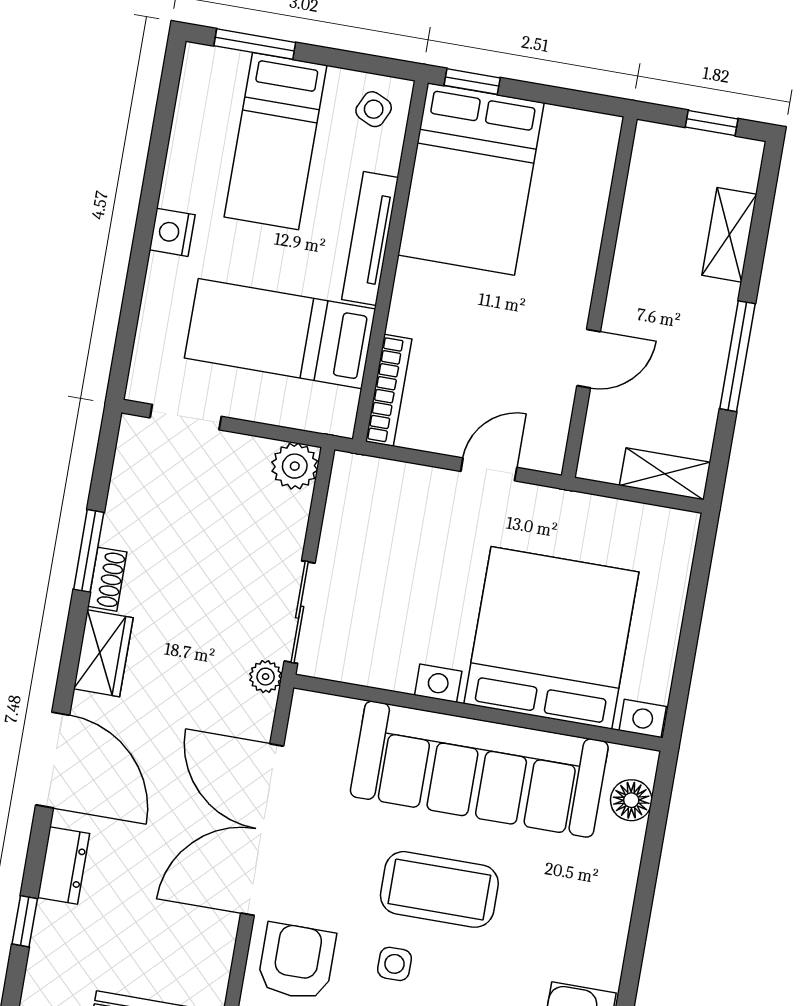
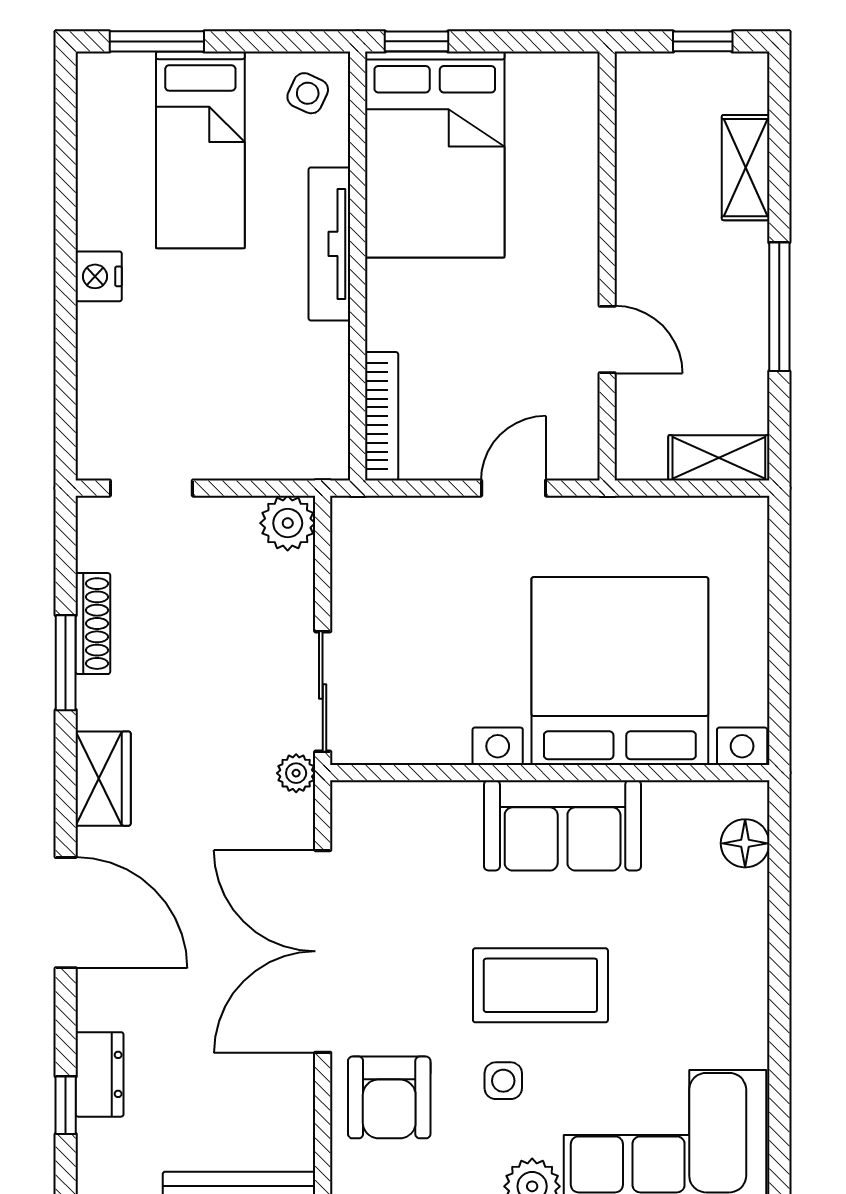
bed: (280, 334) -> (244, 372), removed
door: (589, 359) -> (607, 340), hinge flipped
shoe rack: (107, 579) -> (93, 624), moved, width x1.43
sofa: (479, 769) -> (563, 825), width x0.54, depth x0.79
dresser: (64, 865) -> (100, 1074), moved
armchair: (297, 961) -> (389, 1097), turned 180

